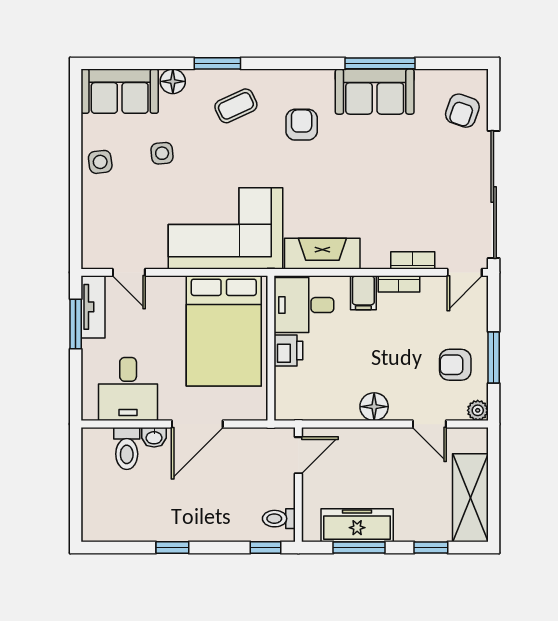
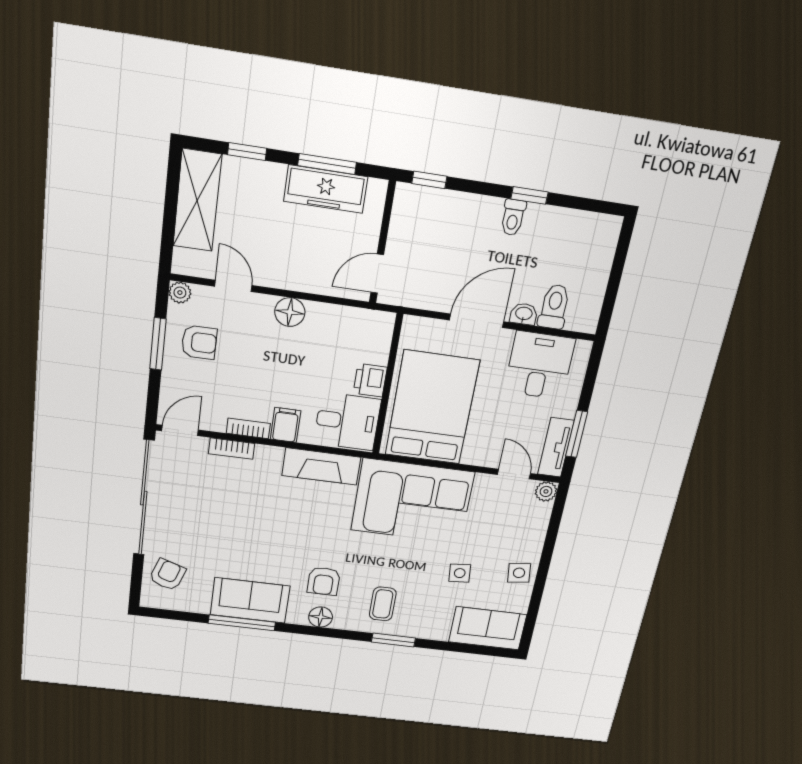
floor lamp: (173, 81) -> (321, 617), moved
coffee table: (236, 106) -> (383, 604), turned -65
plant: (92, 258) -> (546, 491), added
toilet: (279, 519) -> (513, 217), moved, turned 90

